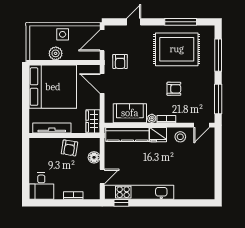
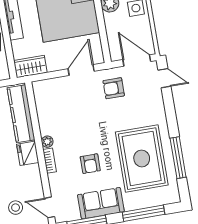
door: (134, 22) -> (164, 78), moved
sofa: (130, 113) -> (101, 203), moved, turned -90
stool: (180, 137) -> (16, 208), moved

